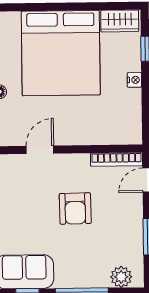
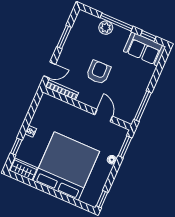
door: (40, 150) -> (104, 116), swing flipped
plant: (121, 277) -> (106, 28), moved

